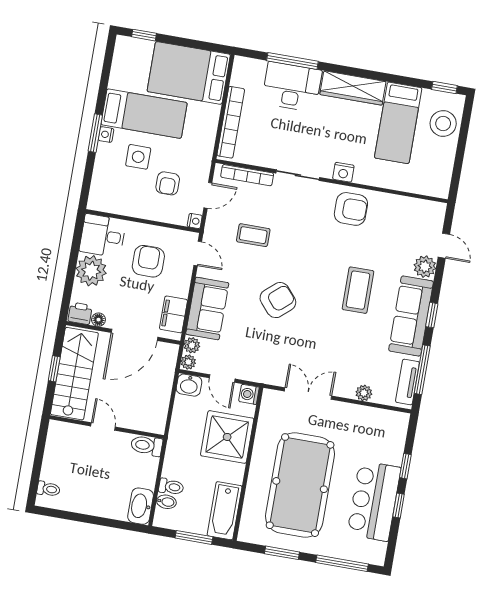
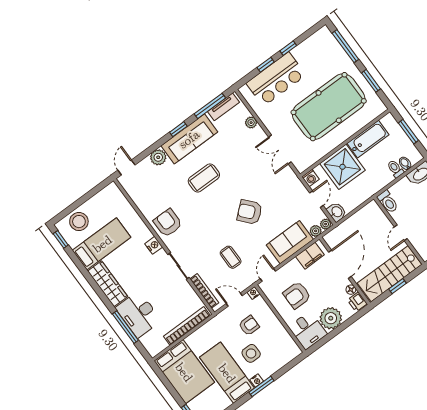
door: (444, 246) -> (126, 167), moved
door: (134, 335) -> (340, 264), hinge flipped
bar counter: (374, 501) -> (276, 79), moved
bathtub: (225, 511) -> (368, 139), moved

